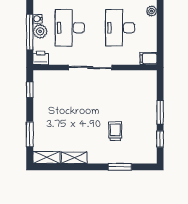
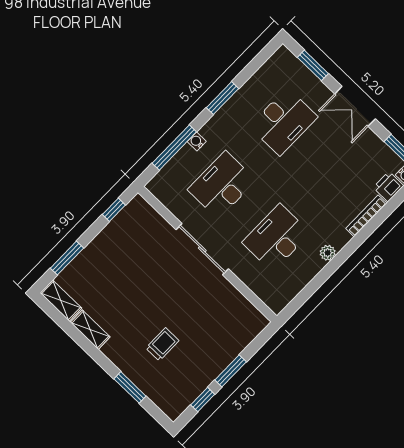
plant: (40, 31) -> (186, 158), removed
printer: (41, 58) -> (159, 187), removed
filing cabinet: (148, 59) -> (274, 301), removed

